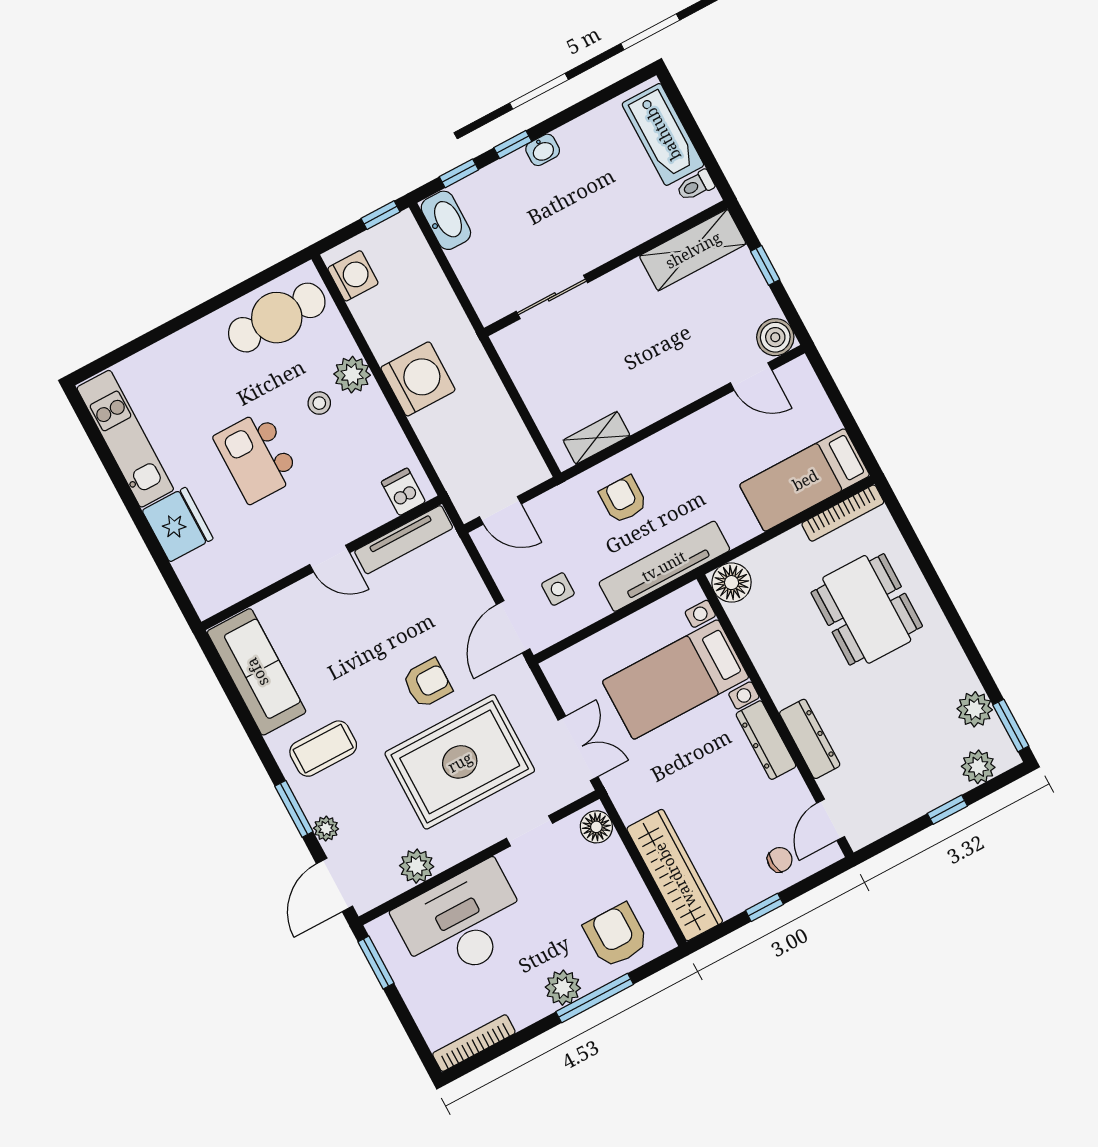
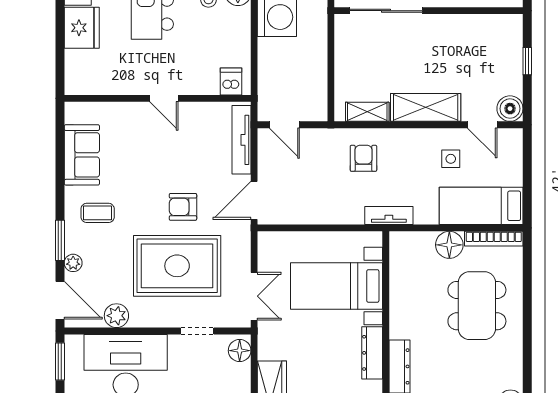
shelving: (693, 250) -> (426, 107), moved
sliding door: (552, 297) -> (386, 11), width x1.37
tv unit: (404, 540) -> (242, 140), moved, turned 90
tv unit: (664, 566) -> (389, 215), width x0.52, depth x0.78
floor lamp: (732, 583) -> (449, 245), moved
side table: (558, 589) -> (451, 159), moved
sofa: (257, 672) -> (82, 155), width x0.73
armchair: (427, 683) -> (183, 207), turned 180
coffee table: (323, 749) -> (98, 213), width x0.73, depth x0.77
door: (335, 885) -> (60, 300), swing flipped

